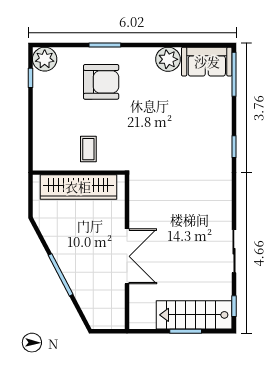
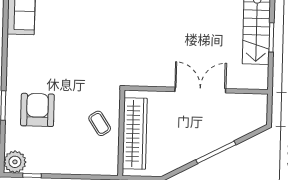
plant: (168, 59) -> (18, 47), removed
coffee table: (88, 149) -> (100, 123), turned 57

